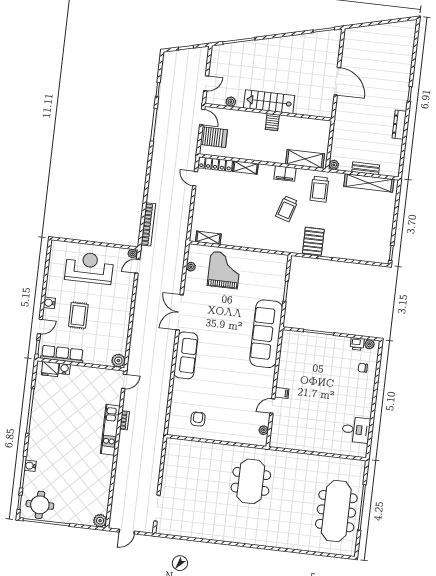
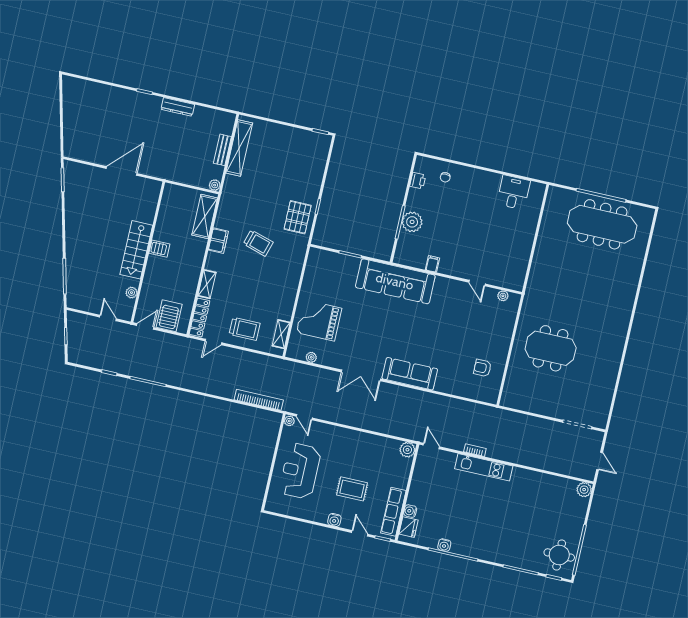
trolley: (319, 189) -> (245, 329), moved
pallet: (313, 241) -> (298, 217), turned 90
plant: (370, 344) -> (412, 222), moved, width x1.88, depth x1.88
filing cabinet: (282, 393) -> (432, 264), moved
water cooler: (30, 466) -> (444, 545), moved
meeting table: (251, 481) -> (551, 348), moved

